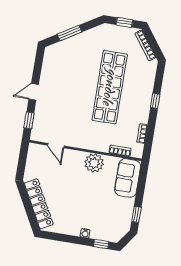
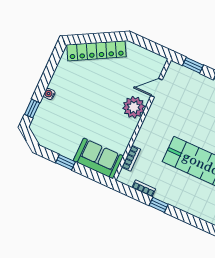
window: (155, 101) -> (159, 205), moved
plant: (94, 163) -> (134, 107), moved
window: (136, 214) -> (66, 162), moved

